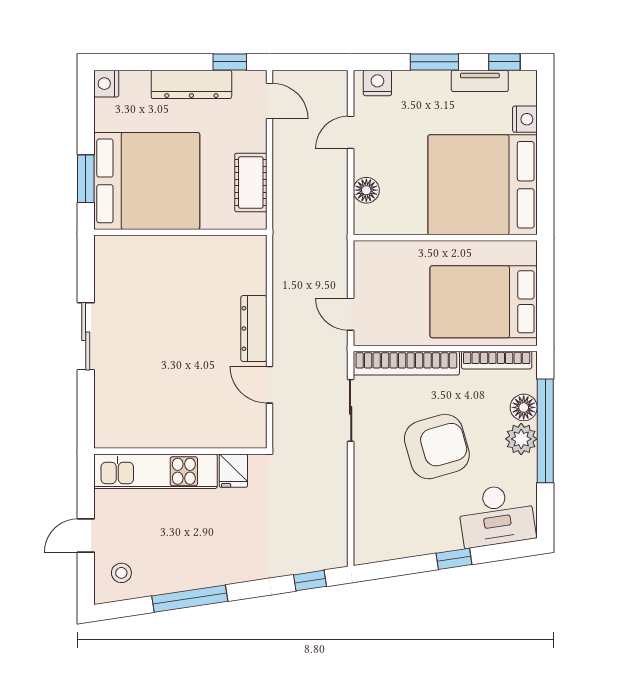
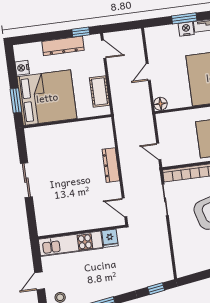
nightstand: (377, 83) -> (186, 29), moved
nightstand: (106, 84) -> (22, 68), moved
door: (351, 132) -> (148, 72), moved
floor lamp: (366, 190) -> (160, 104), moved
door: (270, 385) -> (124, 207), moved

